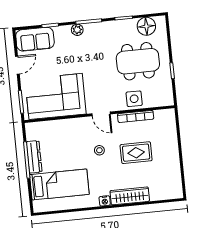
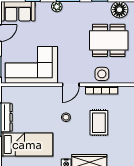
door: (101, 114) -> (71, 85), hinge flipped
rug: (136, 153) -> (99, 123), turned 90

